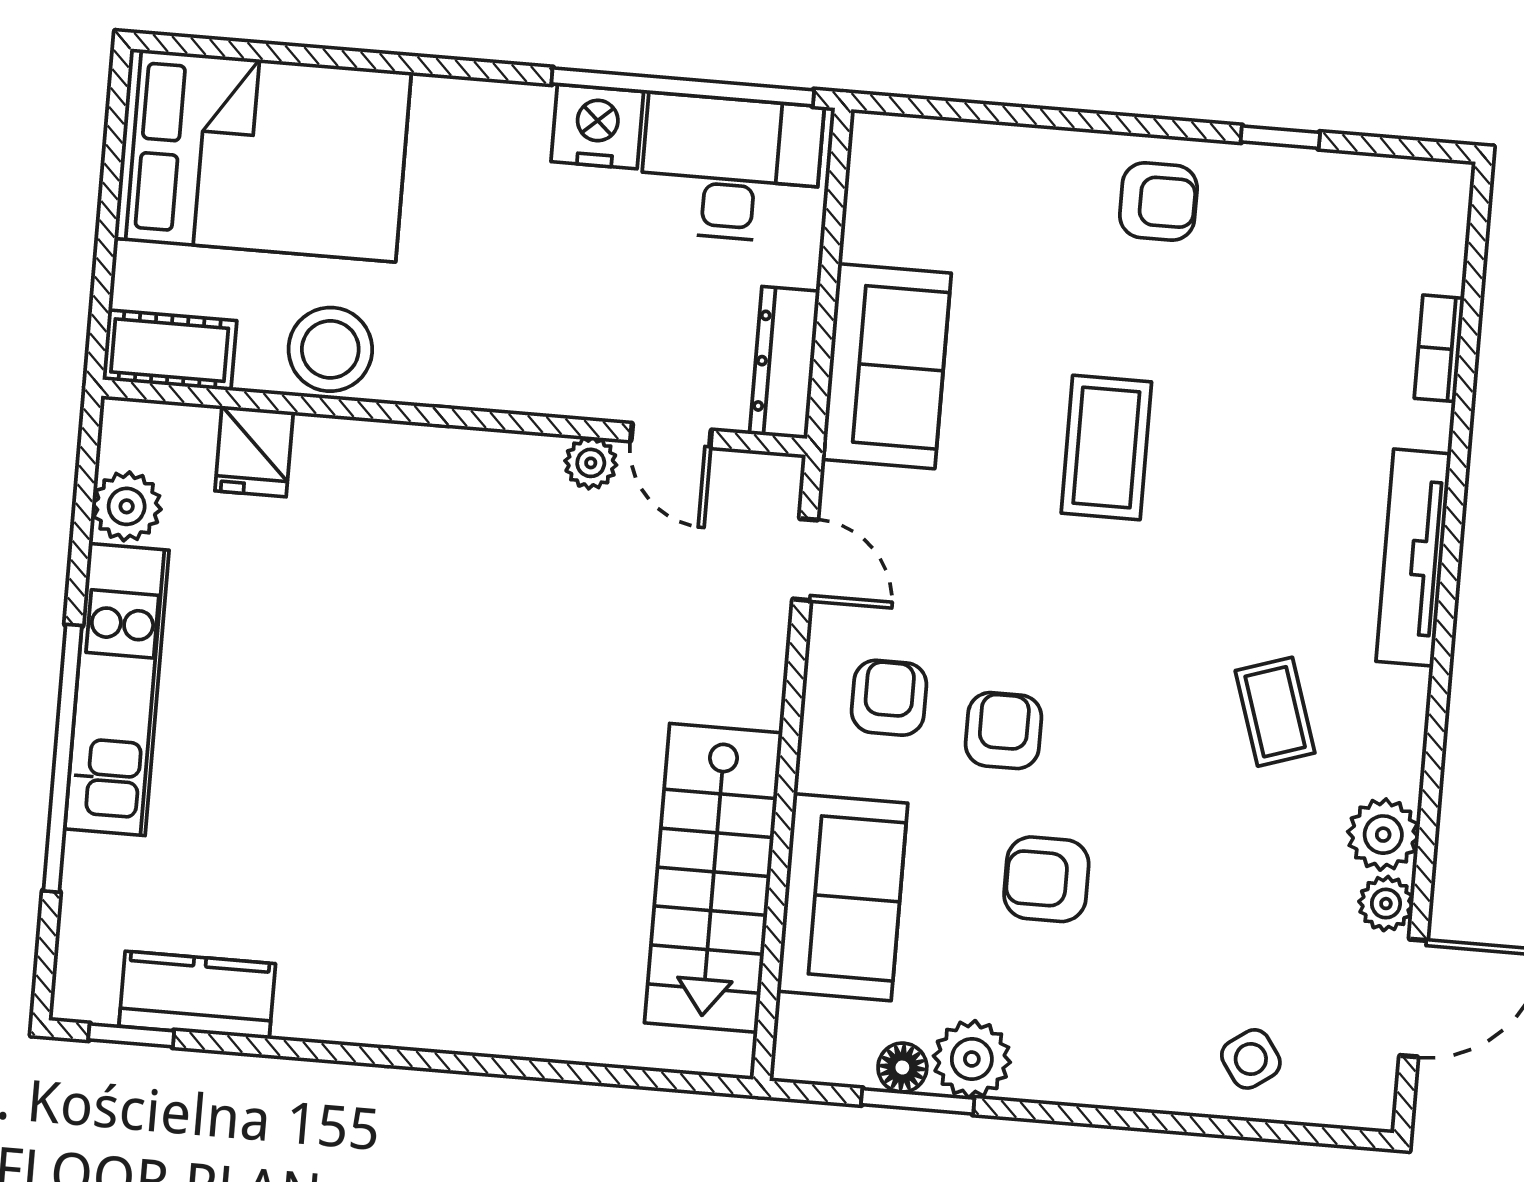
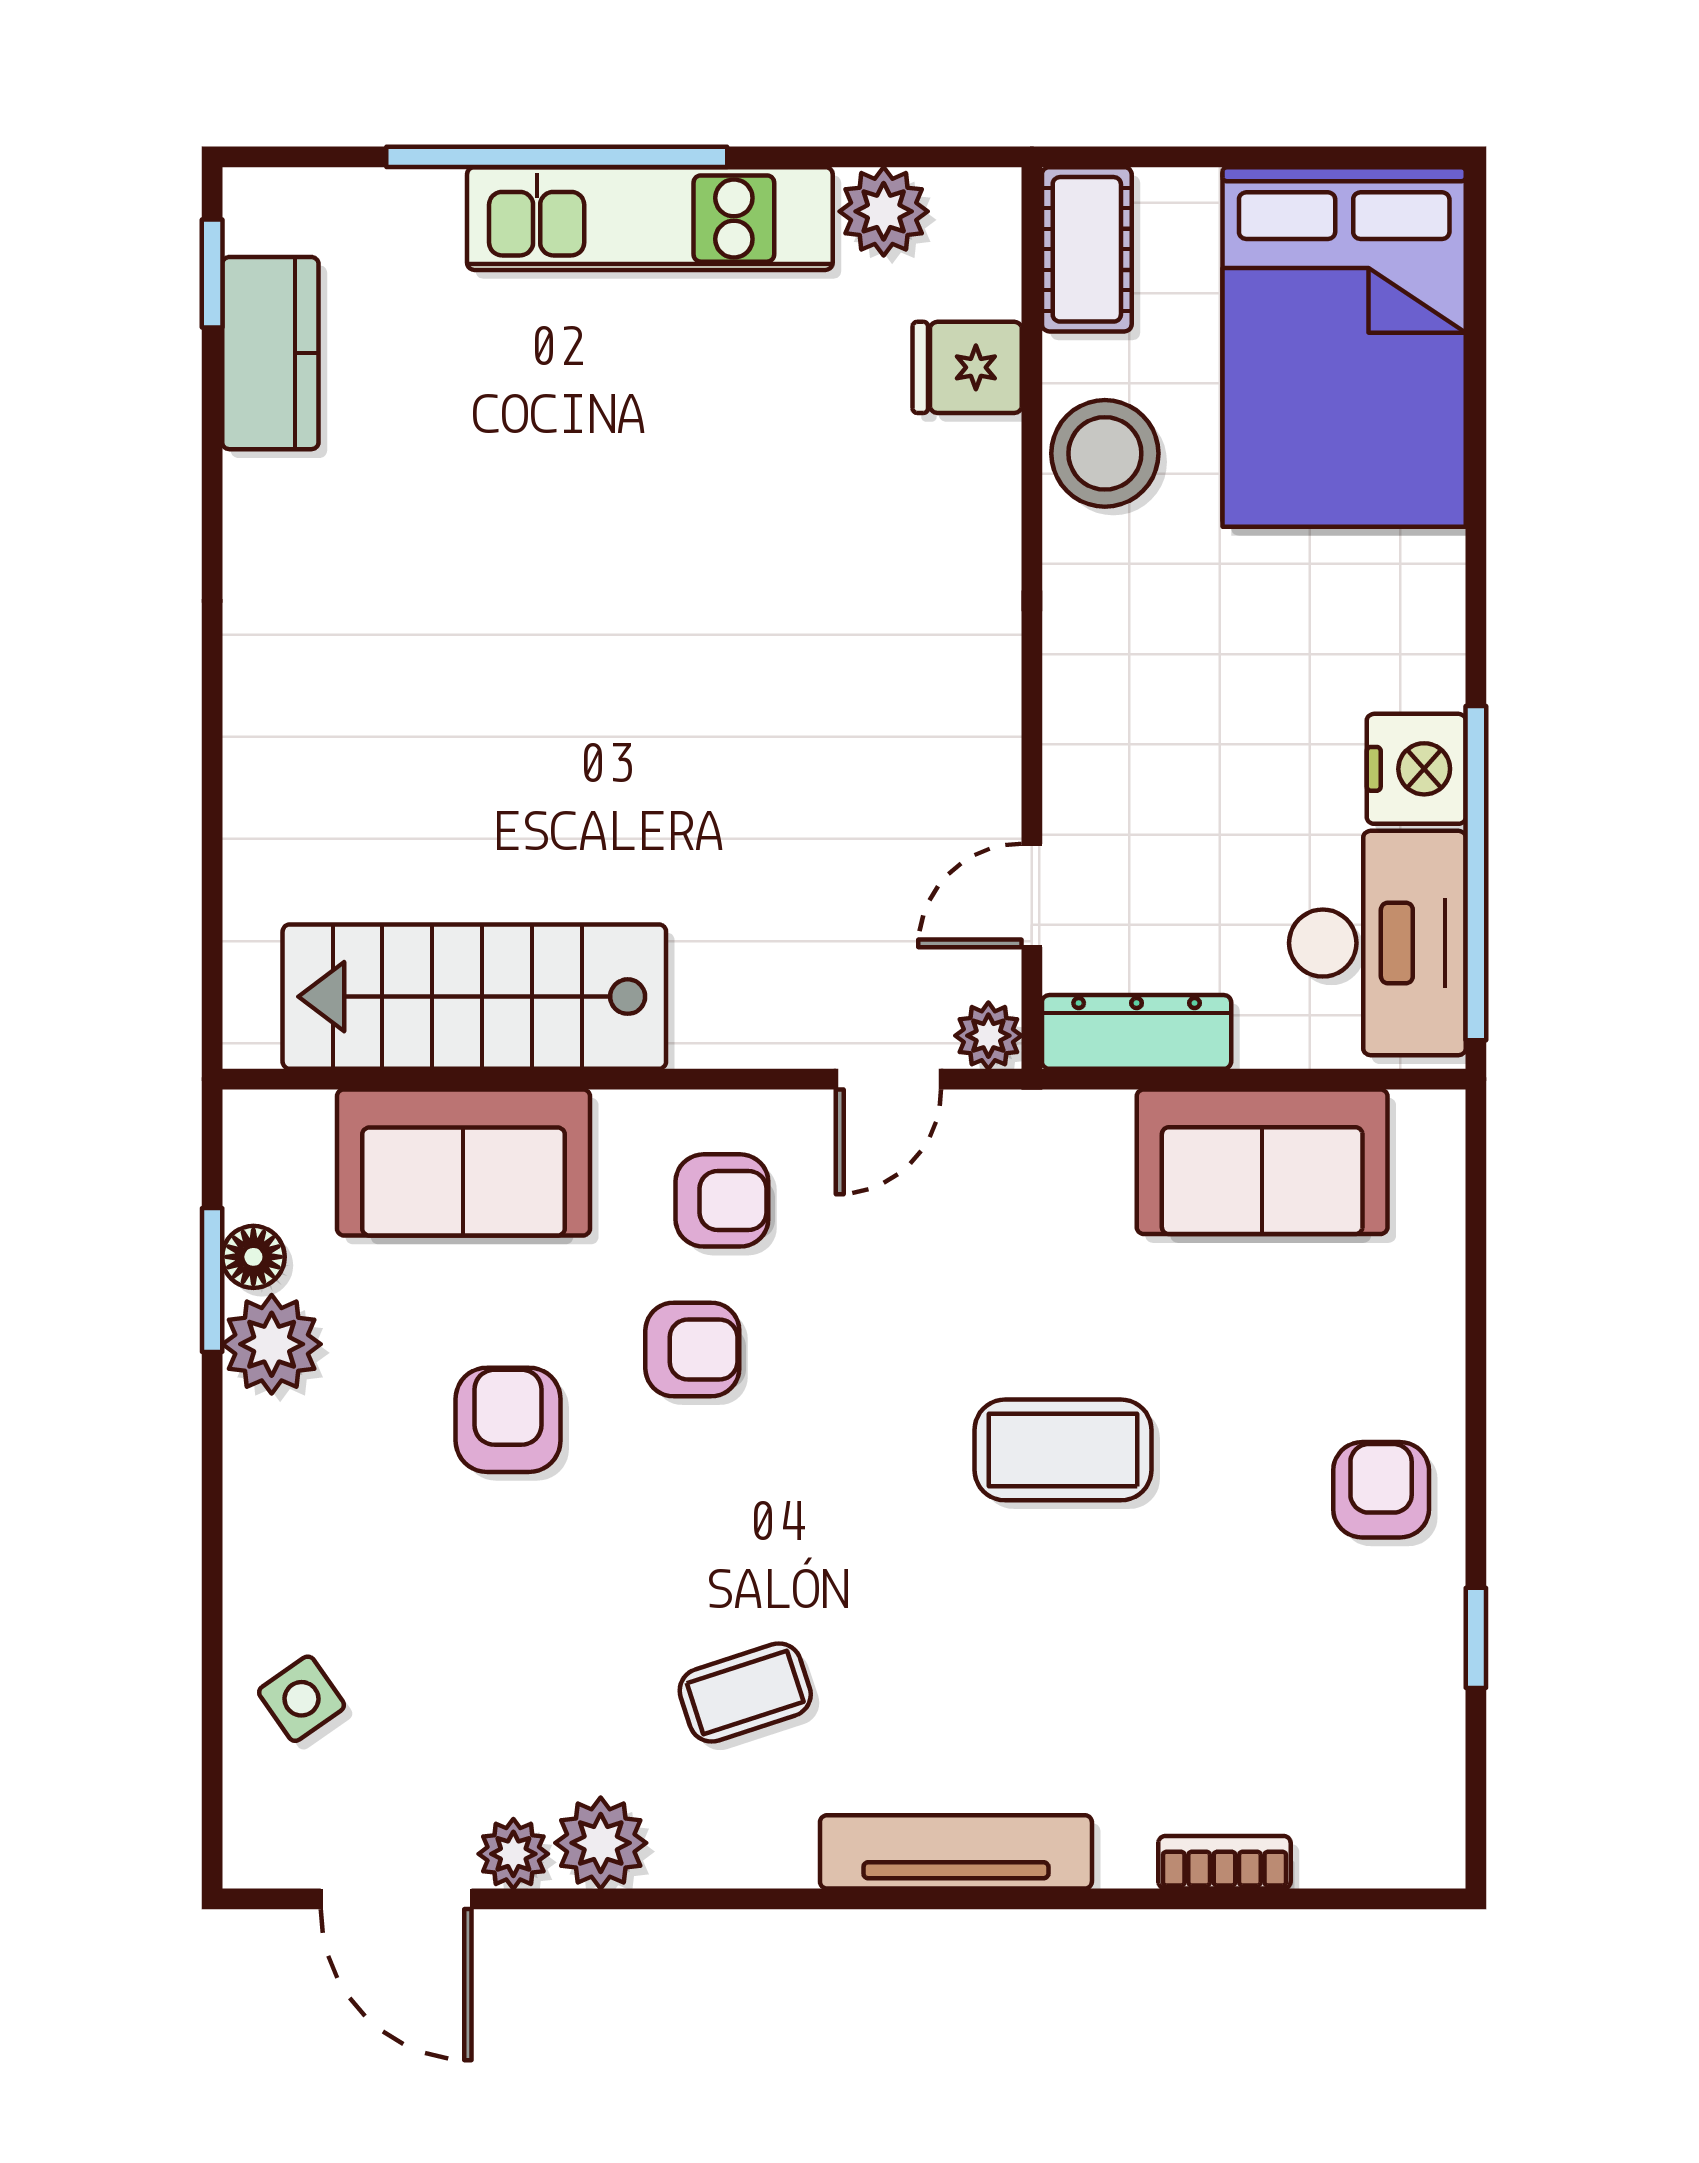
armchair: (1158, 202) -> (1381, 1490), turned 180
sofa: (886, 366) -> (1262, 1162), moved
plant: (591, 463) -> (988, 1036), moved

